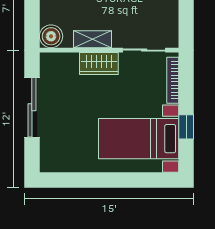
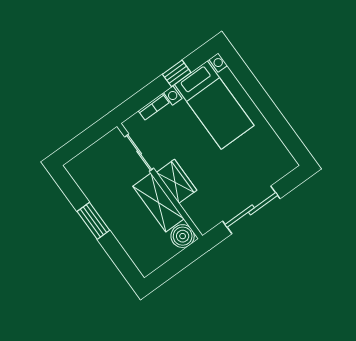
shelving: (92, 39) -> (158, 202), width x1.50, depth x1.33
bookcase: (173, 80) -> (154, 107), width x0.64

